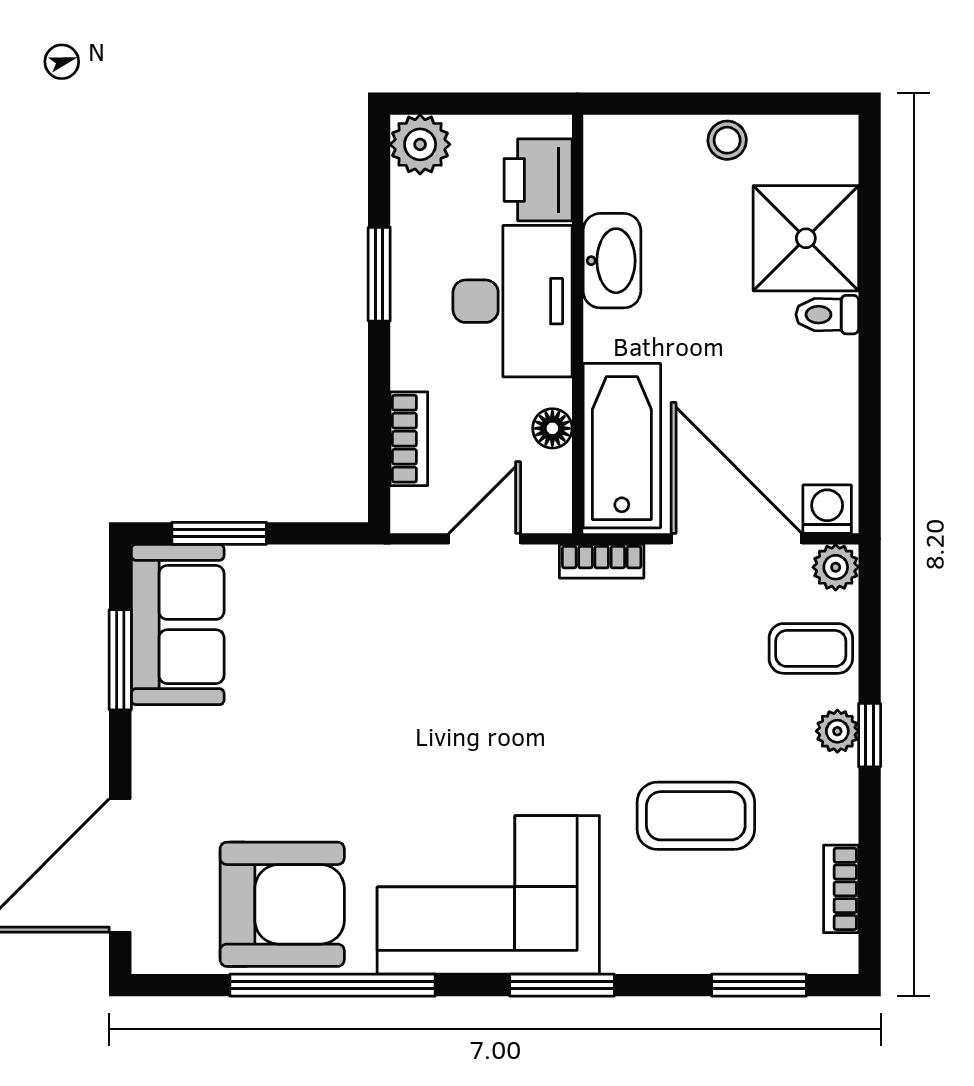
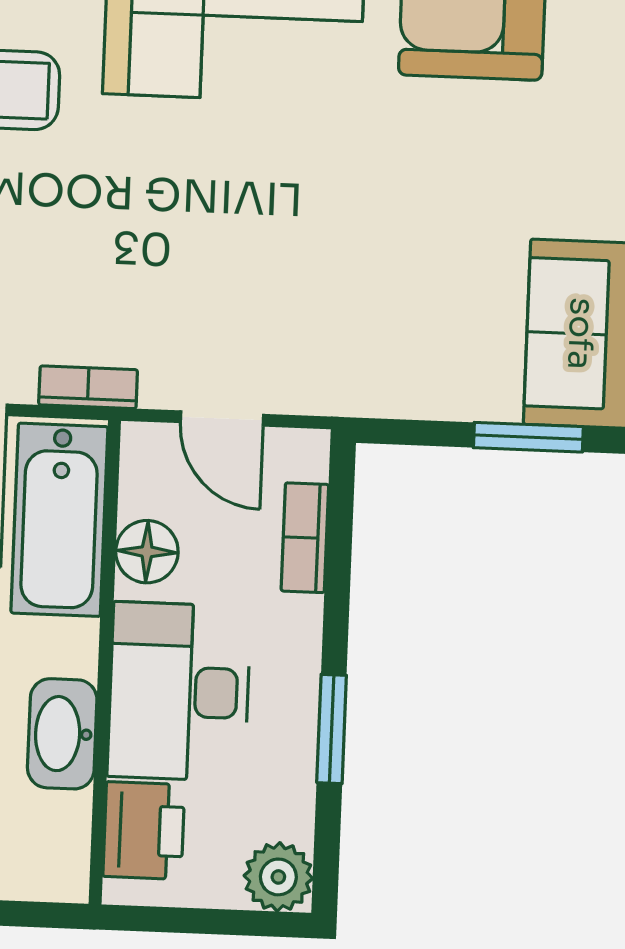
floor lamp: (552, 428) -> (147, 552), width x1.37, depth x1.37
door: (485, 539) -> (222, 419), hinge flipped

